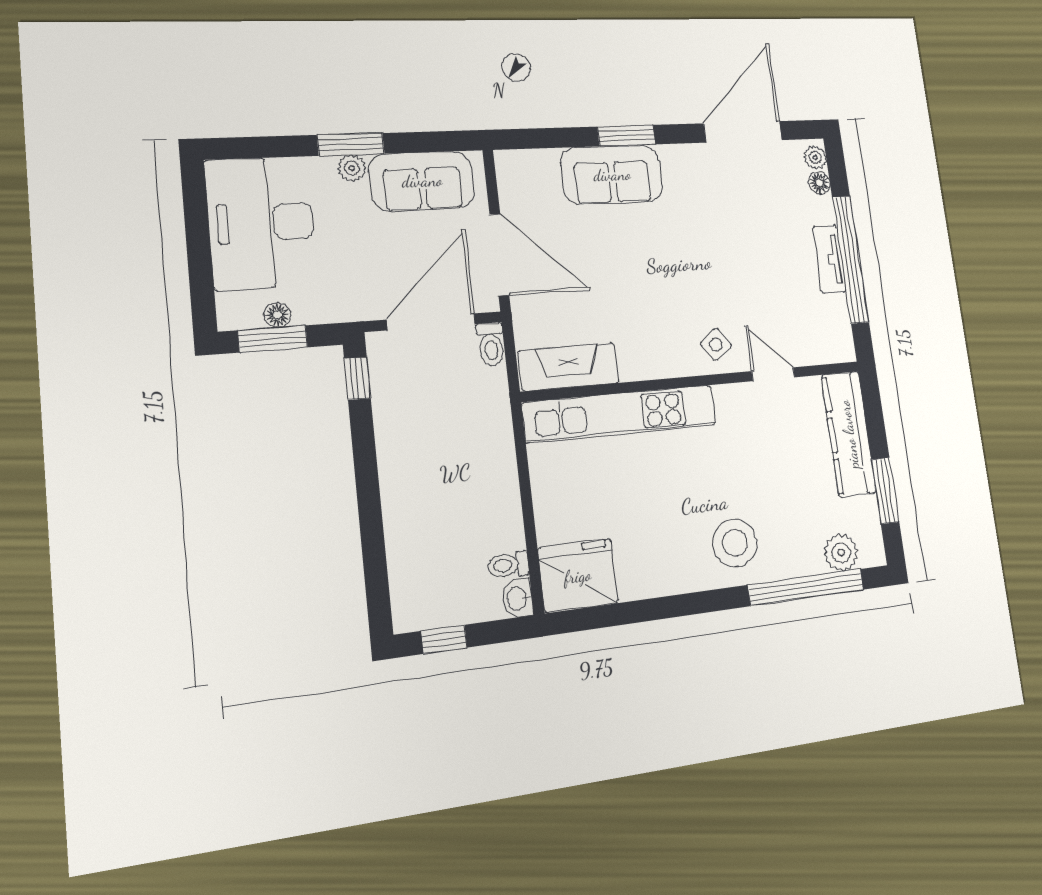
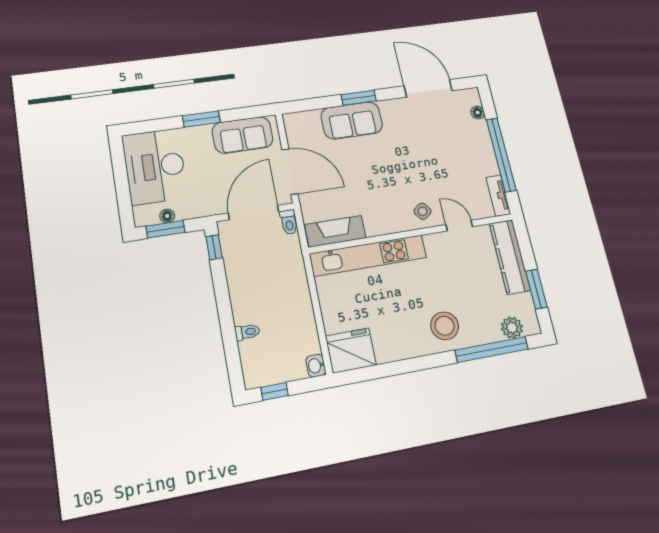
door: (743, 132) -> (428, 88), hinge flipped
plant: (815, 157) -> (474, 98), removed
plant: (352, 168) -> (203, 132), removed
tv unit: (829, 259) -> (498, 196), moved
toilet: (508, 565) -> (247, 332), moved, turned 180

